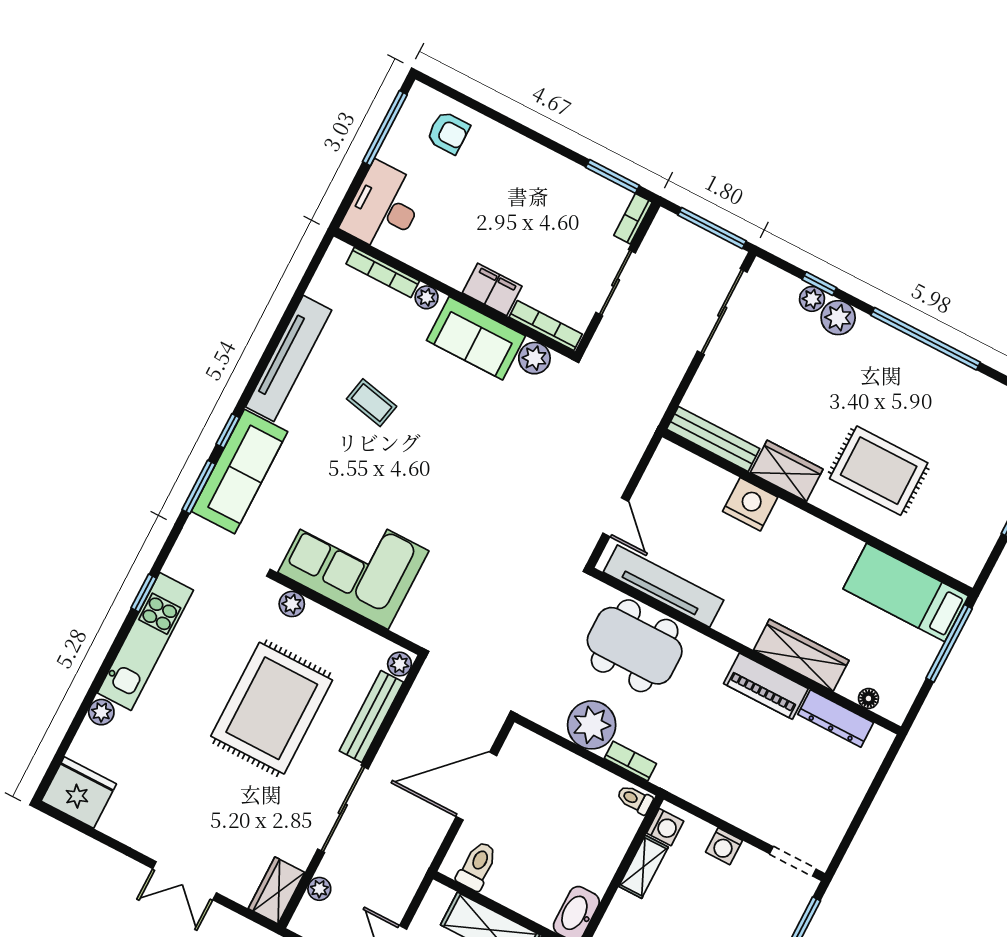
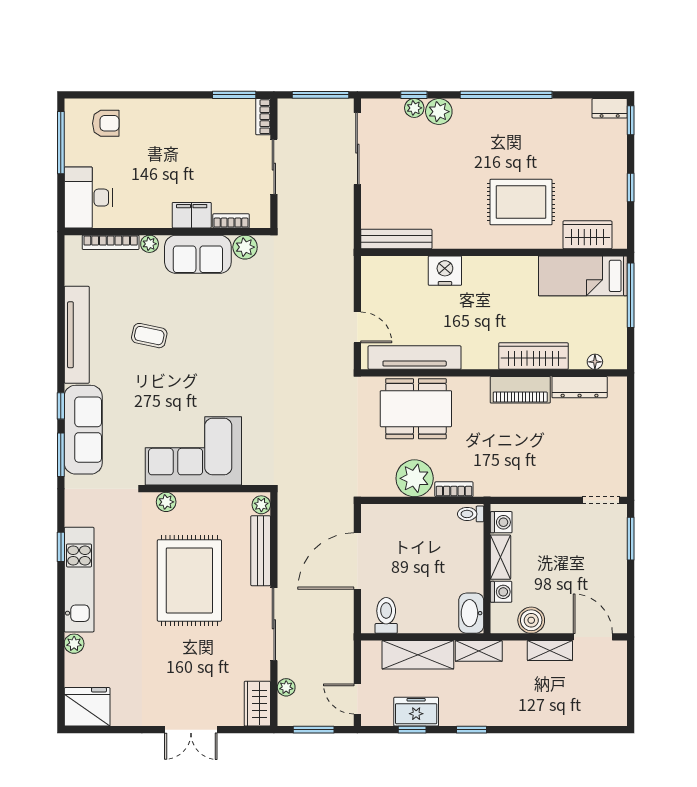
bookcase: (546, 326) -> (231, 221), width x0.64
wardrobe: (787, 471) -> (587, 235), moved
washing machine: (724, 846) -> (501, 592), moved, turned -90

